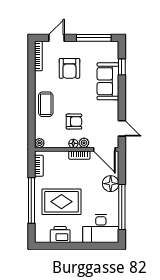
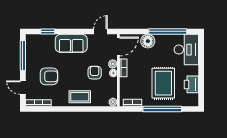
sofa: (108, 81) -> (71, 43), moved

